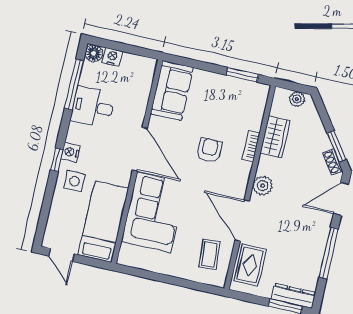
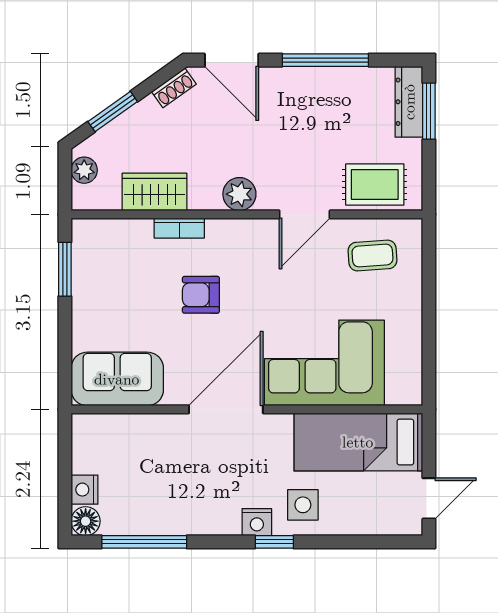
desk: (93, 107) -> (174, 503), removed
window: (337, 146) -> (113, 112), moved
door: (242, 221) -> (305, 214), width x0.73

